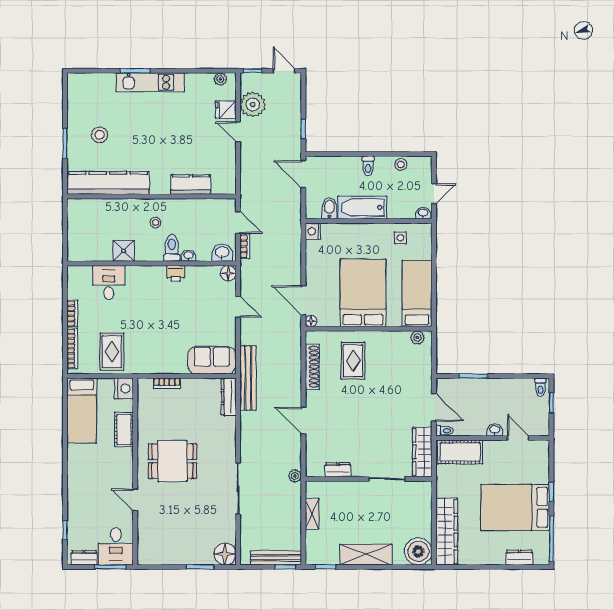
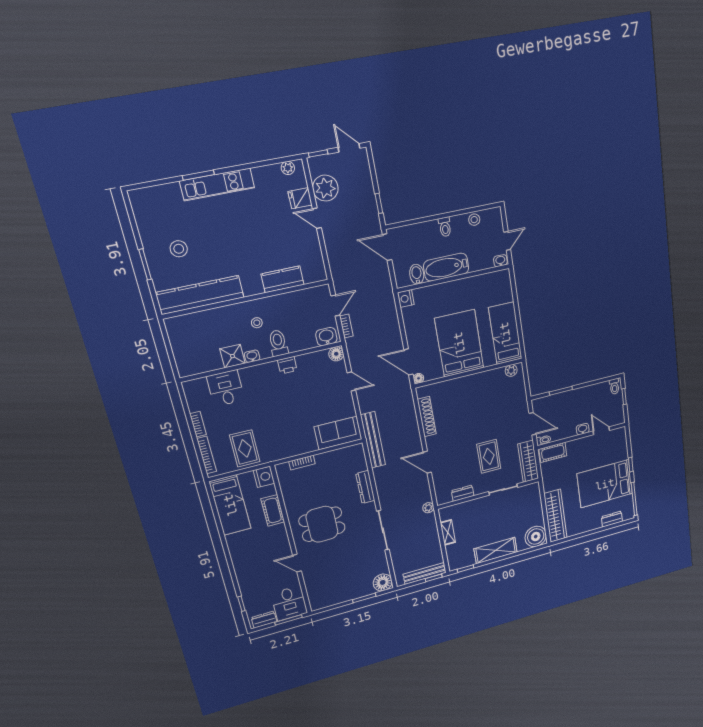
door: (238, 222) -> (335, 306), hinge flipped
side table: (400, 238) -> (484, 287), removed
washbasin: (188, 256) -> (252, 356), moved
rug: (353, 361) -> (489, 456), moved
dresser: (229, 397) -> (365, 487), moved
cot: (460, 452) -> (553, 452), width x0.73, depth x0.75

